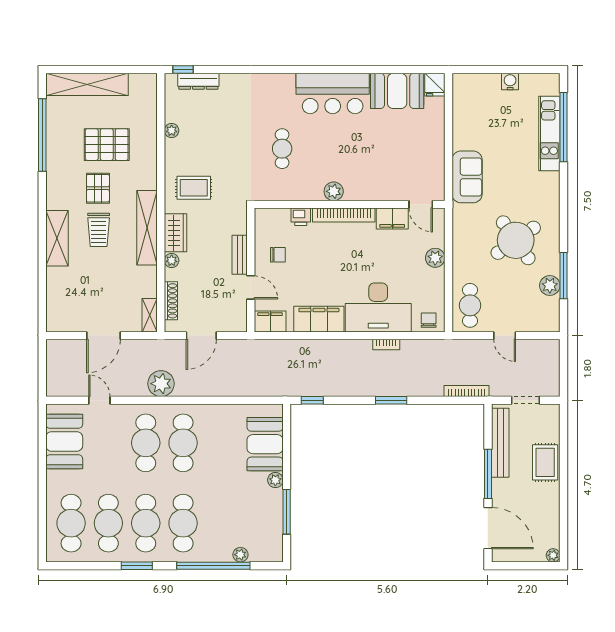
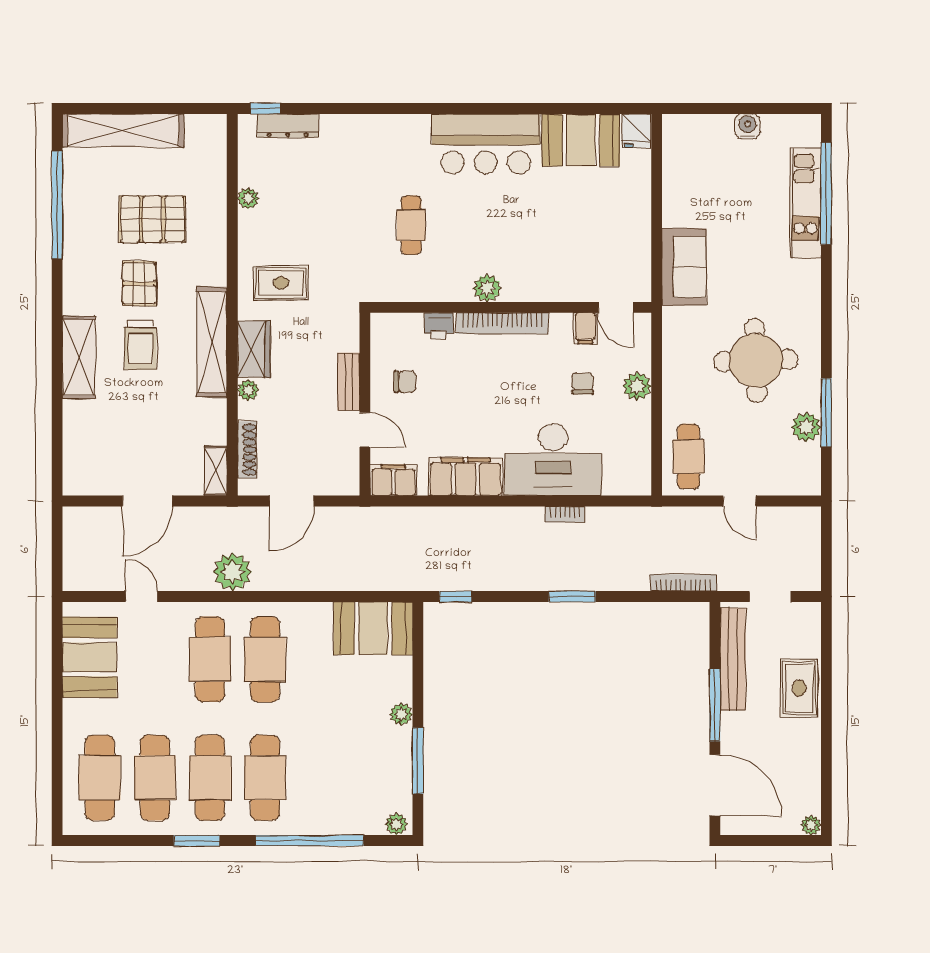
filing cabinet: (392, 219) -> (585, 328), width x0.50
round table: (516, 240) -> (756, 360), turned 33
chair: (429, 320) -> (583, 384), moved
booth: (265, 444) -> (373, 628), moved, turned 90
plant: (240, 555) -> (396, 824), moved

